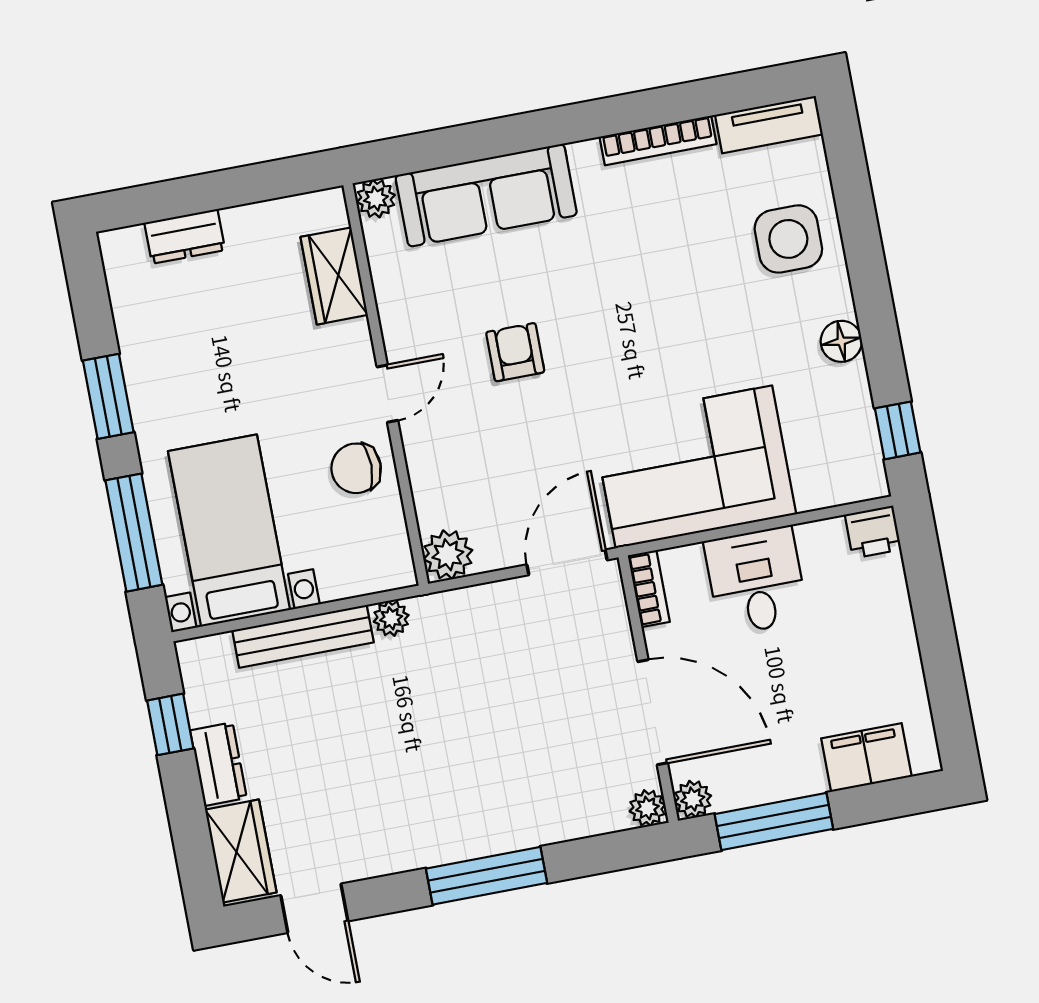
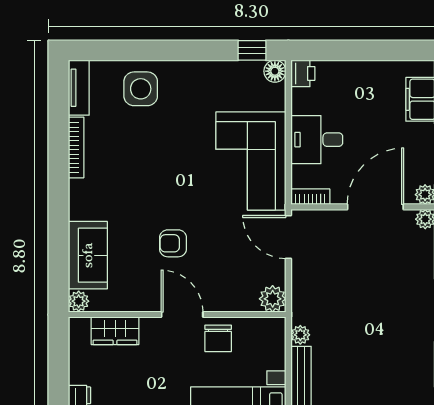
sofa: (486, 195) -> (88, 255), width x0.73
floor lamp: (841, 341) -> (275, 71), moved
door: (387, 394) -> (182, 315), width x1.38

